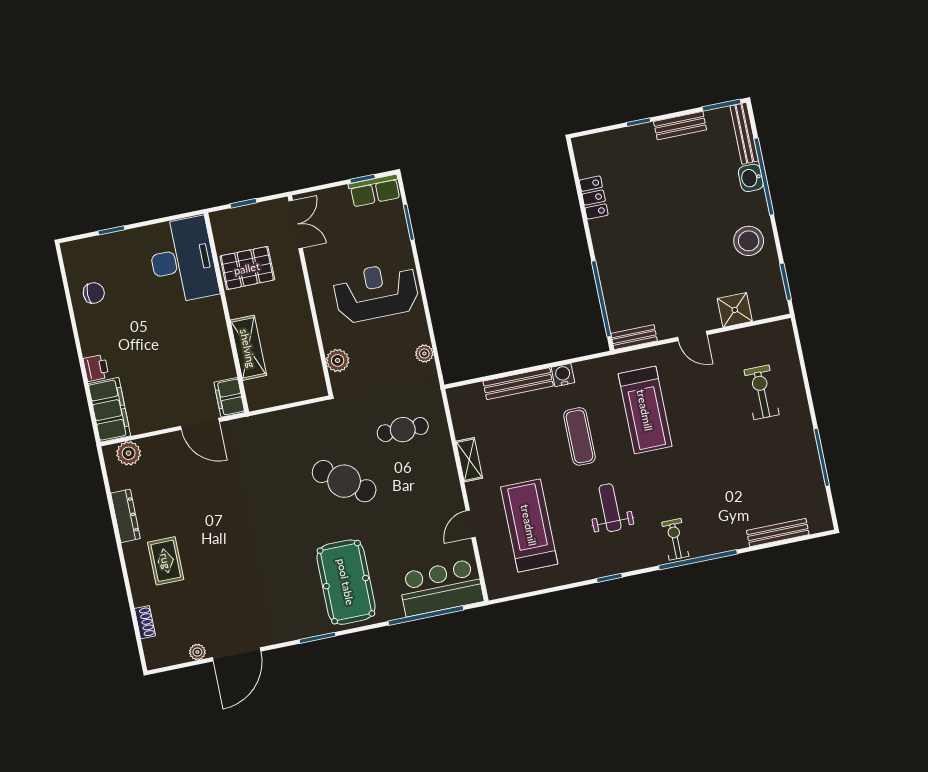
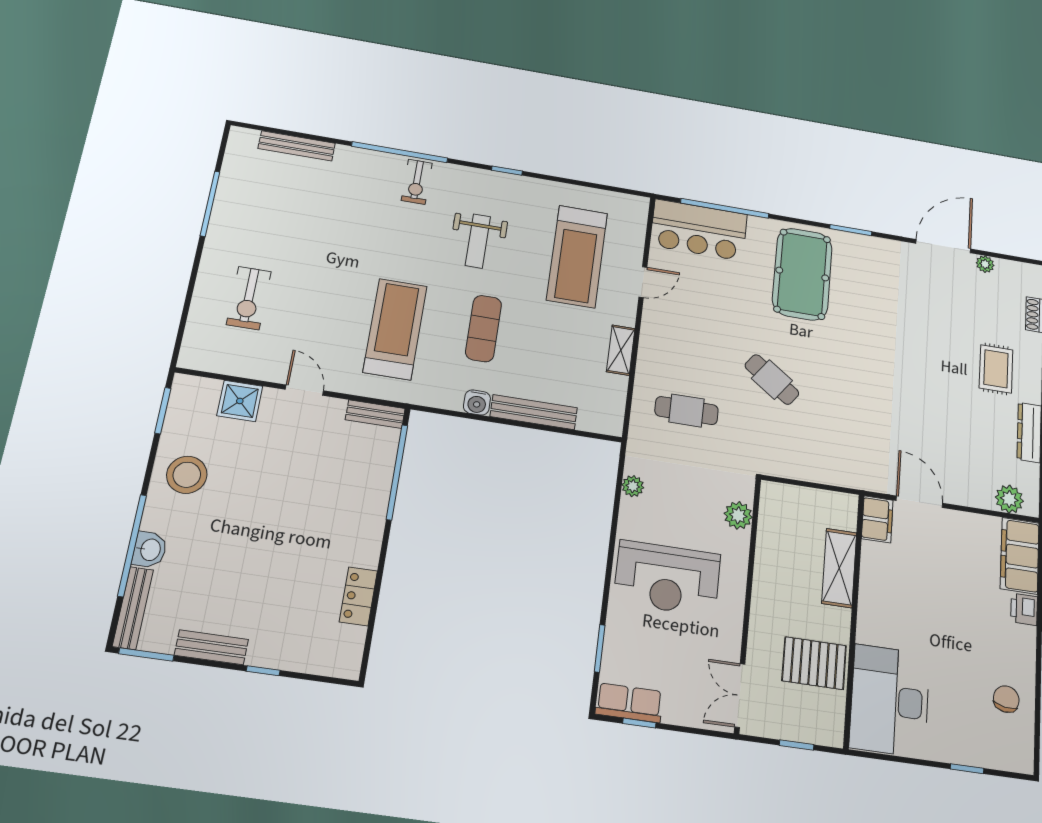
chair: (94, 293) -> (1006, 699), turned 99
cafe table: (344, 481) -> (772, 379), width x0.73, depth x0.74

